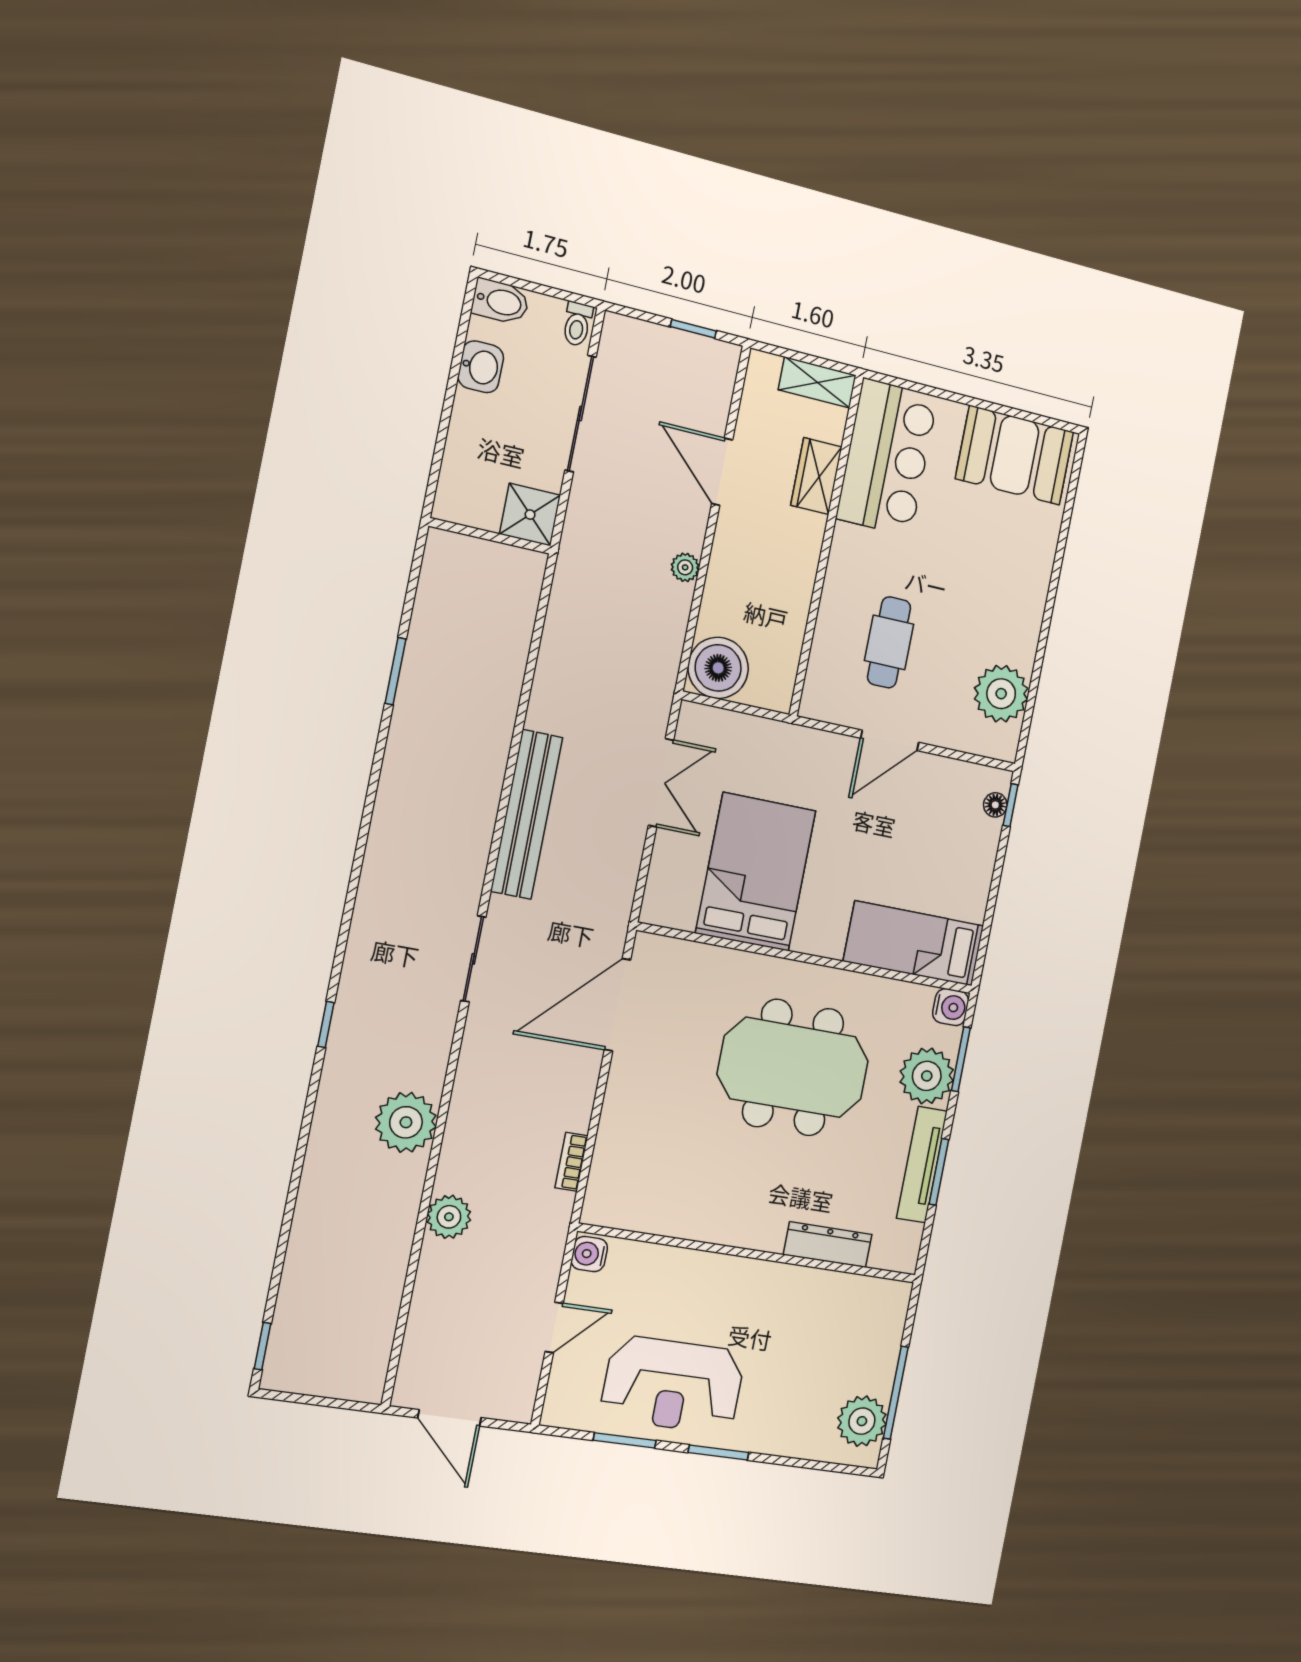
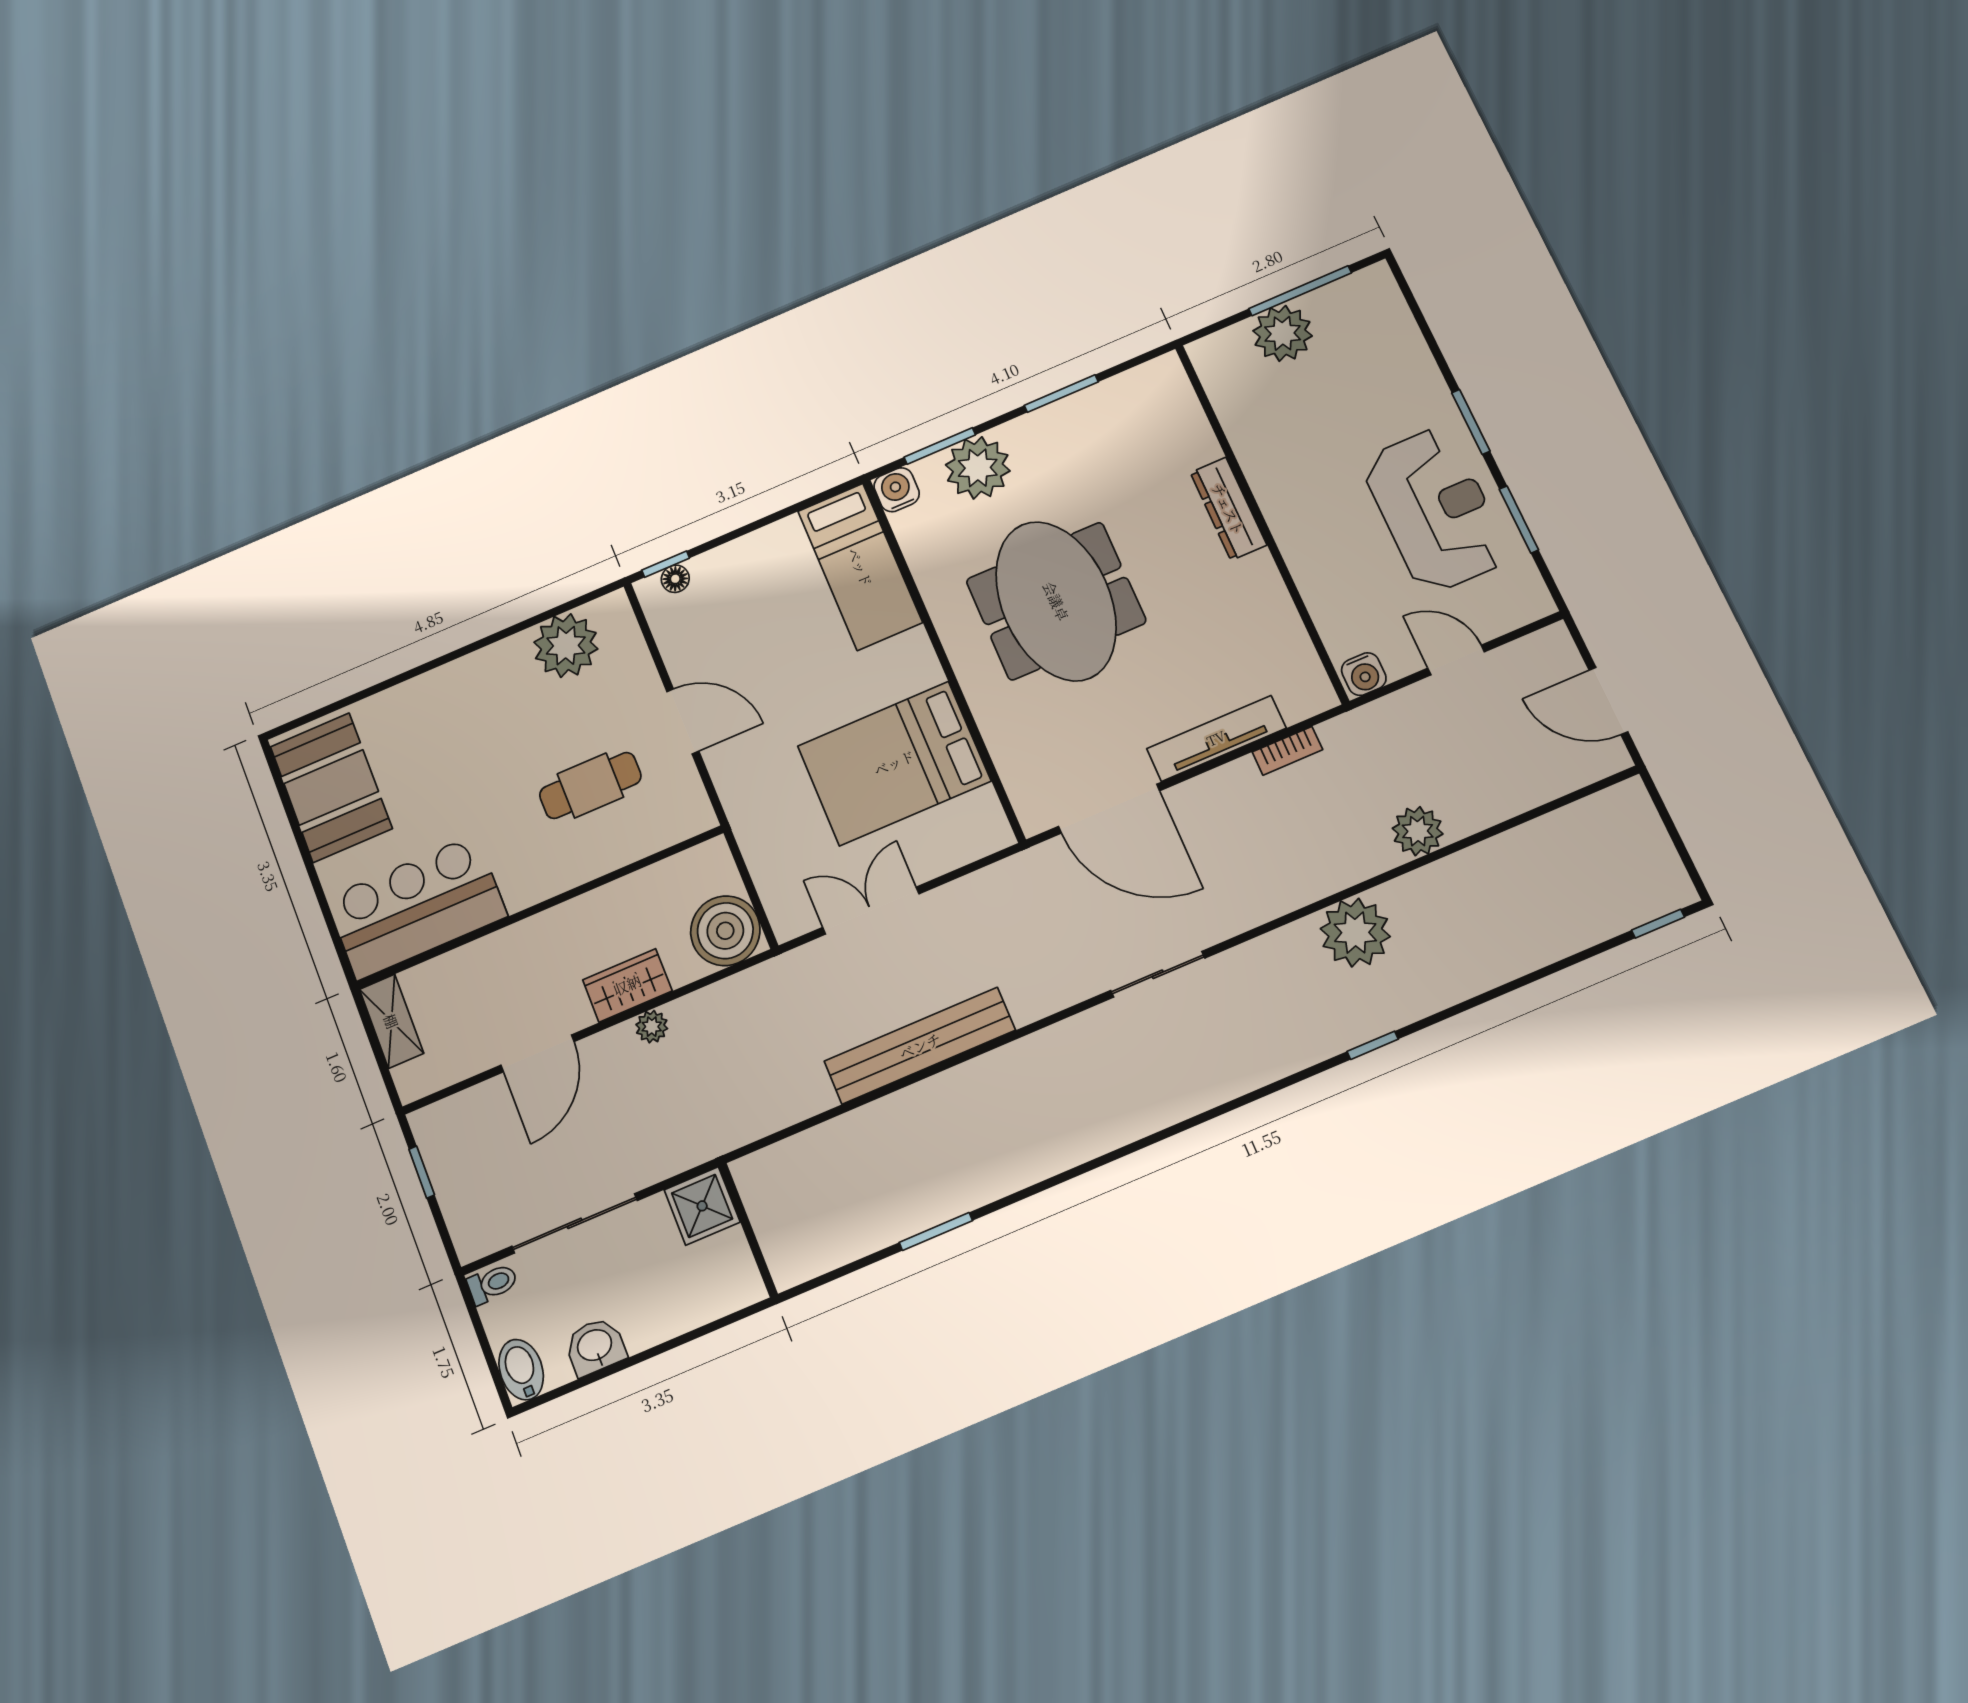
wardrobe: (816, 476) -> (627, 985), moved, turned 180
bench: (527, 814) -> (920, 1046), moved
window: (326, 1024) -> (1373, 1045), moved
tv unit: (922, 1165) -> (1216, 738), moved, turned 180
dresser: (828, 1245) -> (1228, 509), moved
door: (449, 1418) -> (1608, 701), swing flipped
plant: (862, 1421) -> (1283, 333), moved

